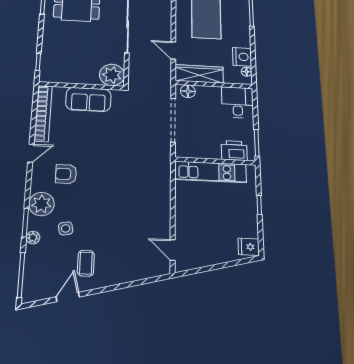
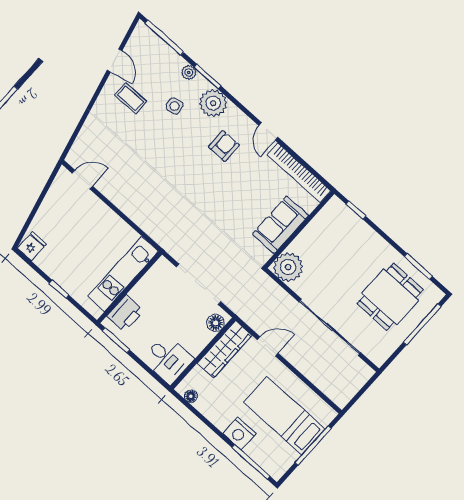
nightstand: (242, 57) -> (239, 433), moved

